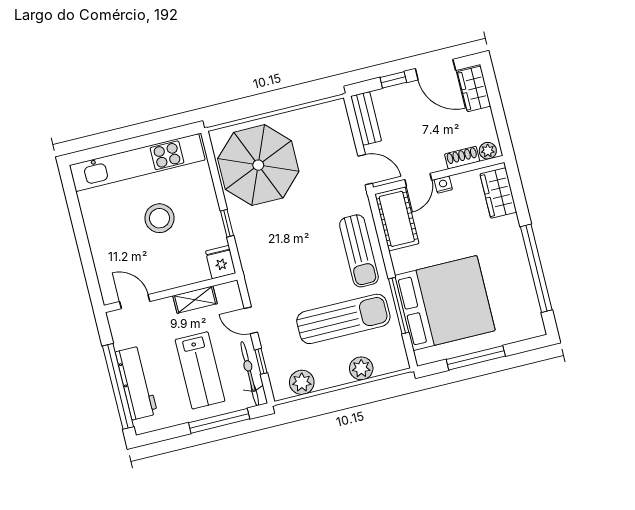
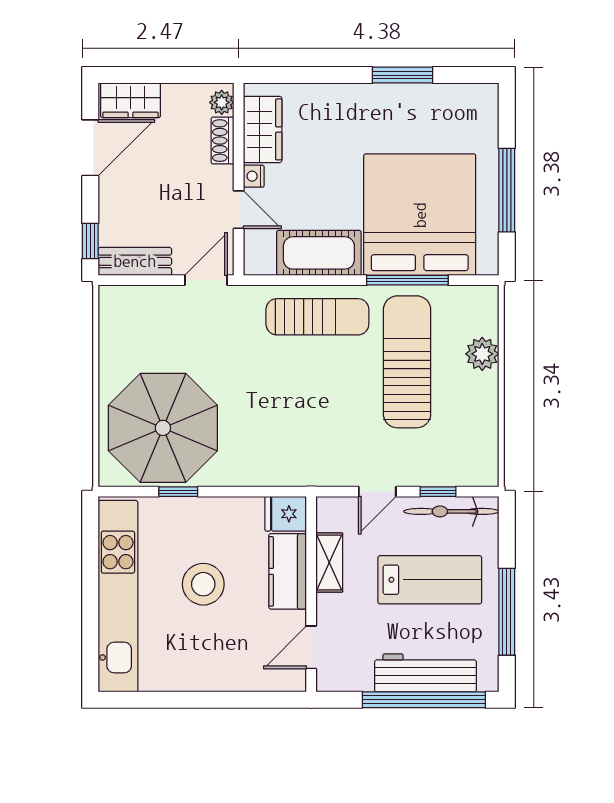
window: (393, 80) -> (90, 241), moved
wardrobe: (498, 193) -> (263, 129), moved, turned -90
cot: (397, 219) -> (319, 253), moved
window: (227, 223) -> (178, 492), moved
window: (536, 268) -> (403, 75), width x0.47
kitchen counter: (182, 273) -> (288, 571), added
plant: (302, 382) -> (481, 442), removed
window: (219, 421) -> (507, 612), moved

